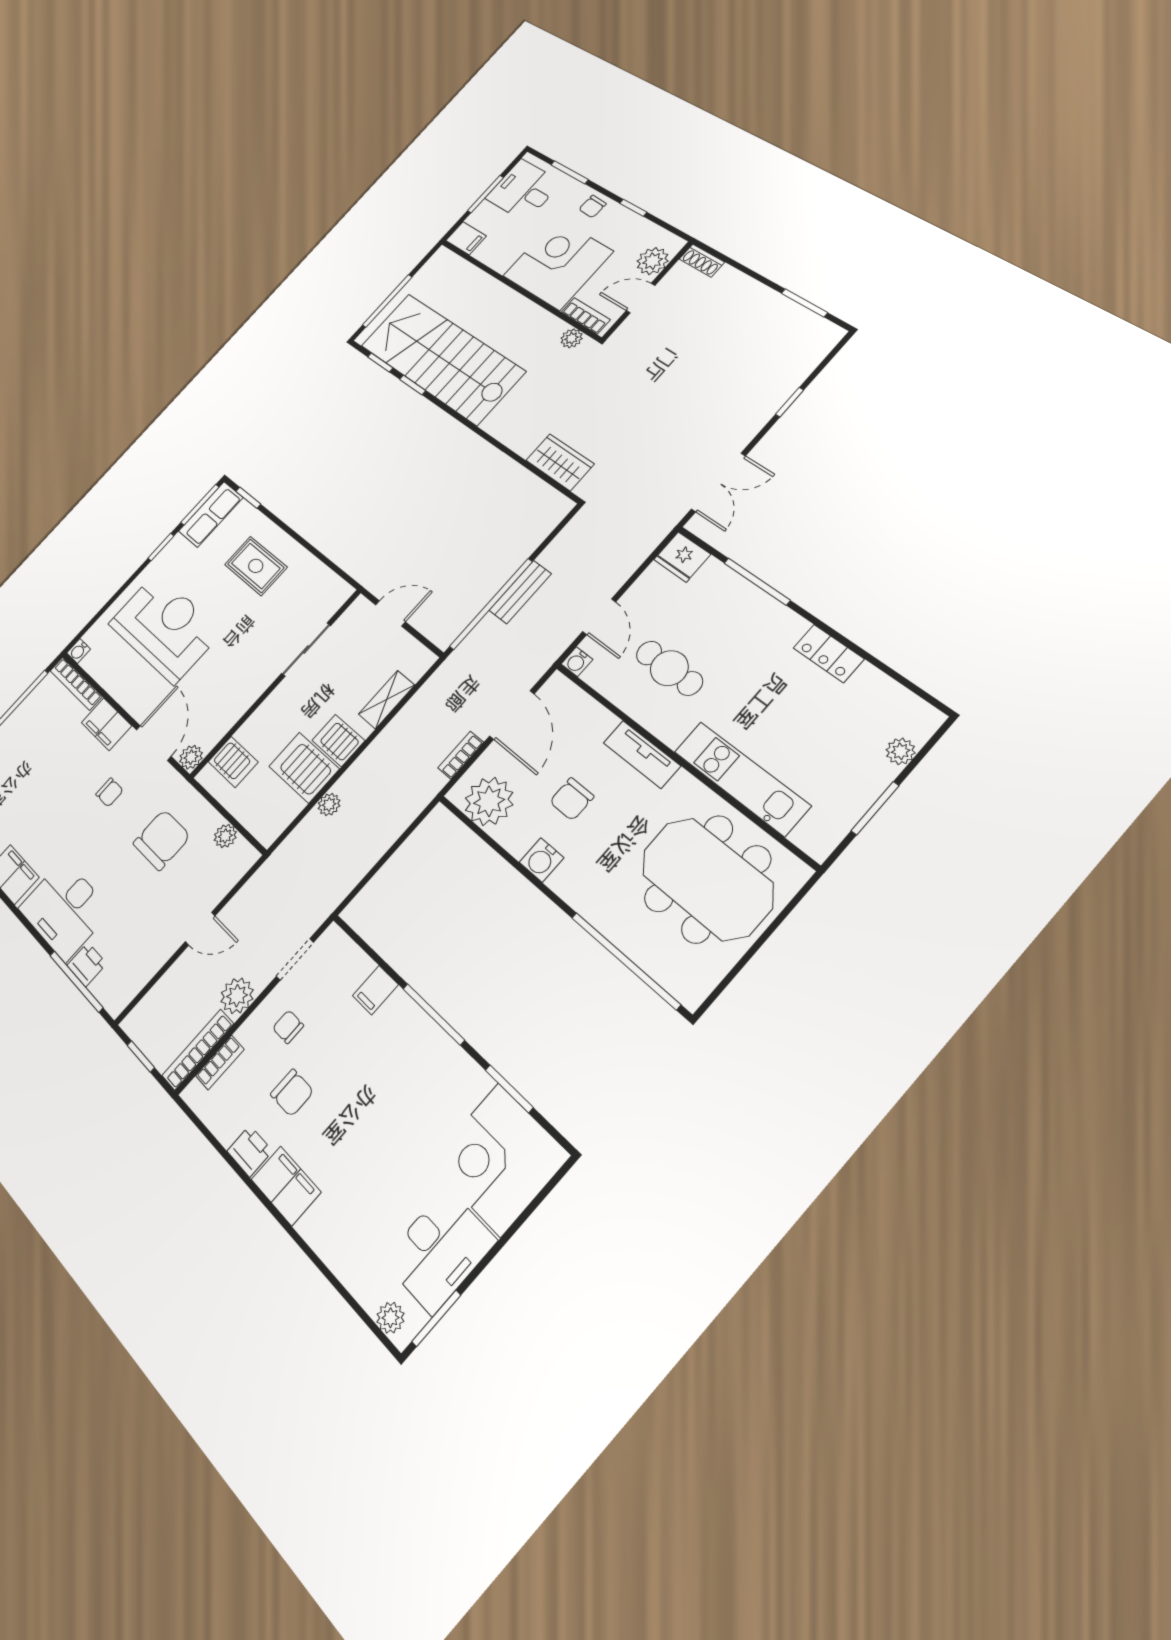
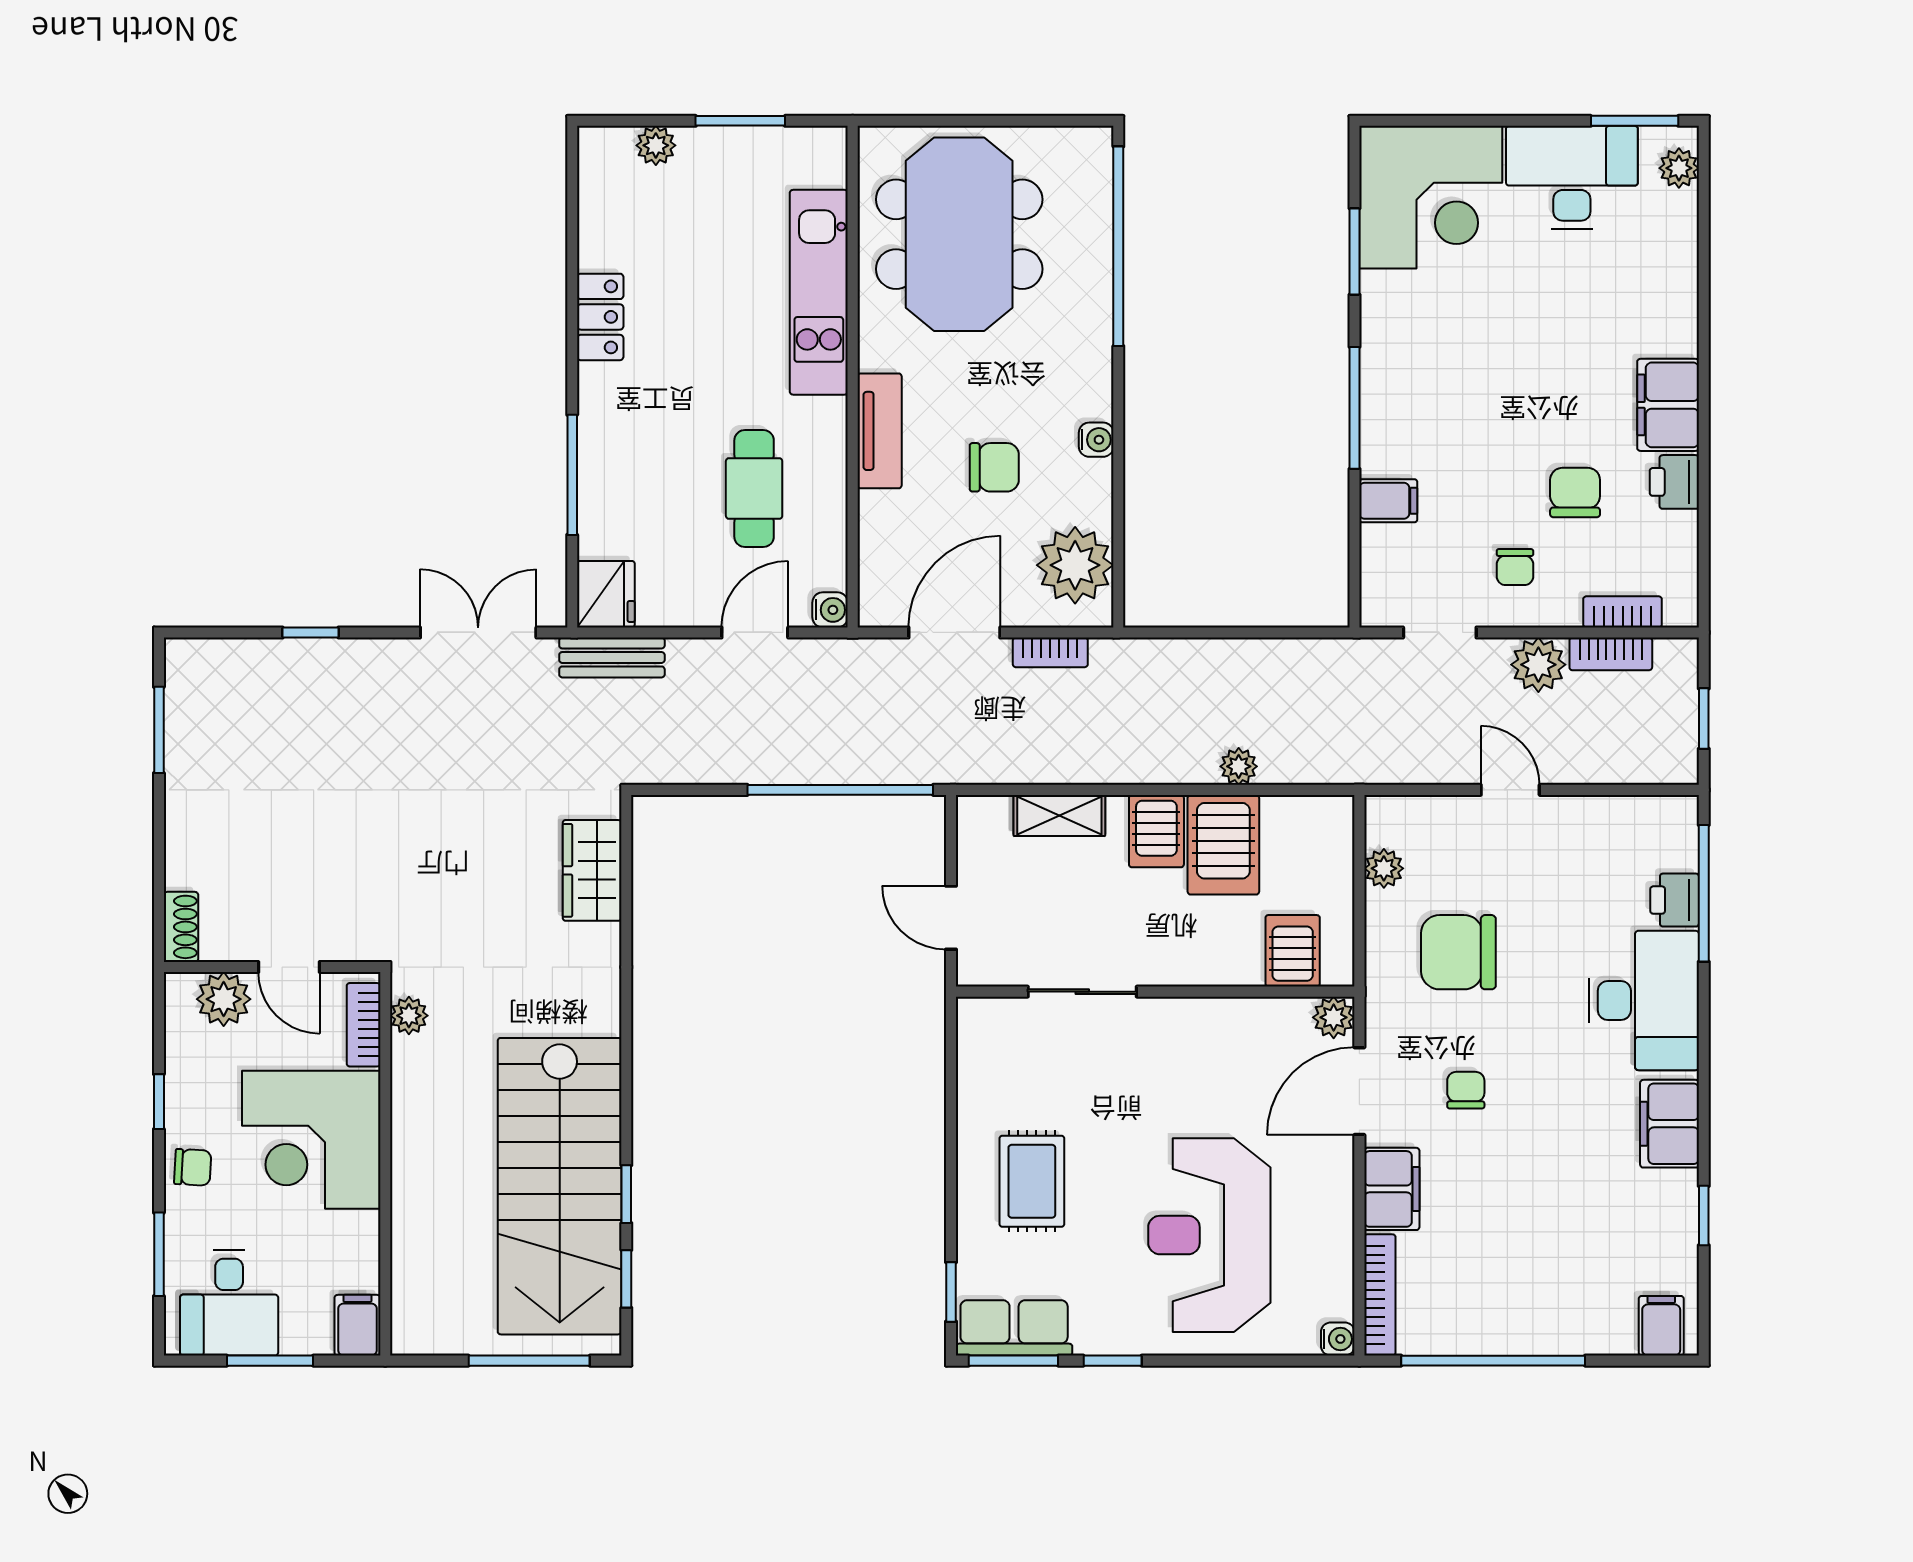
bench: (520, 592) -> (612, 657), moved
water cooler: (542, 860) -> (1096, 440), width x0.72, depth x0.72
bookcase: (198, 1050) -> (1611, 654), width x0.64

